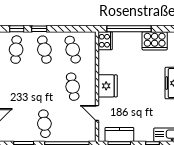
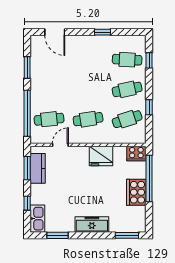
window: (39, 29) -> (149, 107), moved
cooker: (155, 41) -> (136, 192), moved
fridge: (108, 86) -> (101, 156), moved
cafe table: (44, 124) -> (49, 119), moved

